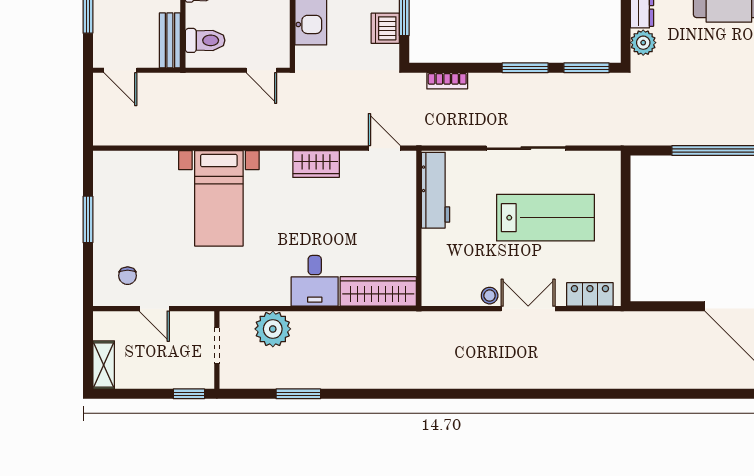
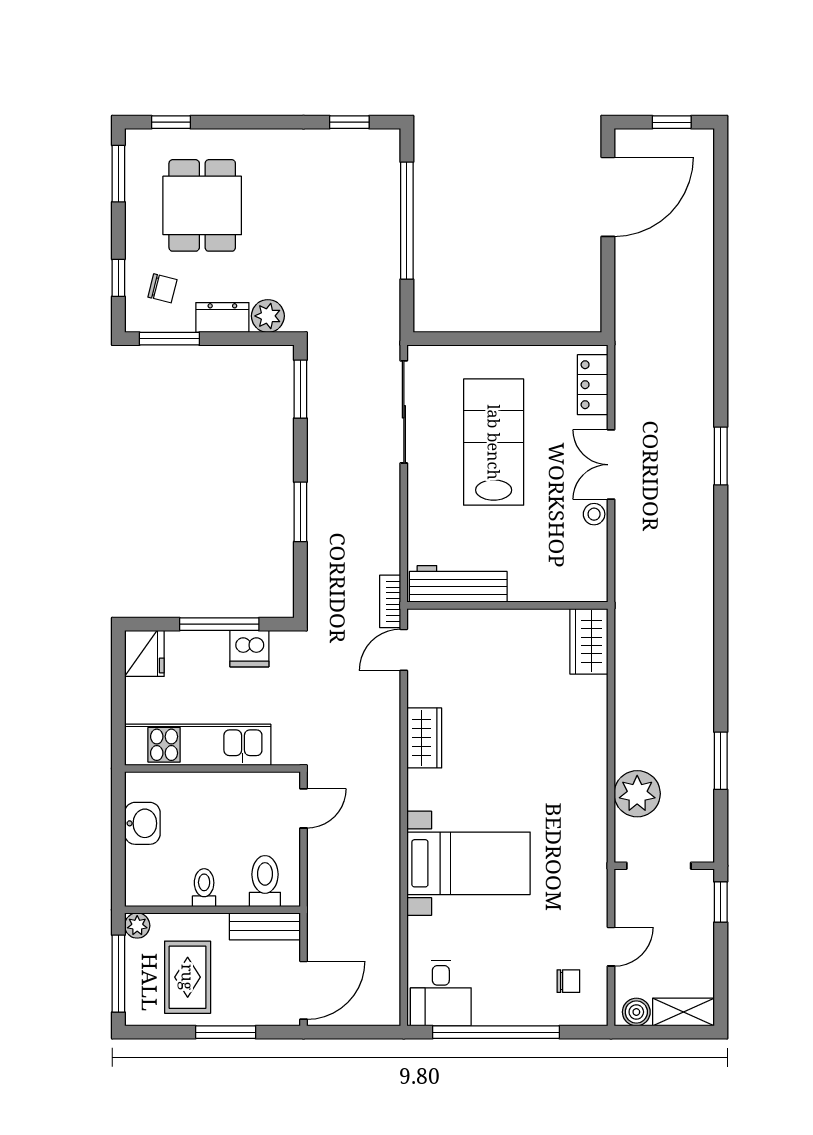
window: (525, 68) -> (300, 512), moved
door: (120, 70) -> (303, 990), width x1.38
bookcase: (447, 81) -> (390, 601), moved, turned 180
sliding door: (526, 148) -> (404, 412), moved
window: (88, 219) -> (496, 1032), width x2.11
desk: (315, 281) -> (441, 993), moved, turned 90
wardrobe: (378, 291) -> (589, 641), width x0.67
boiler: (104, 328) -> (636, 1012), added
doorway: (217, 346) -> (659, 866), width x1.38
window: (535, 394) -> (721, 456), added

